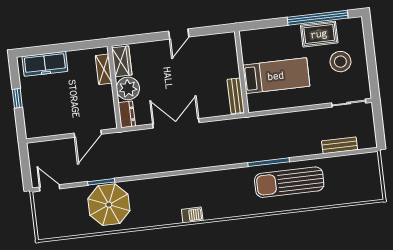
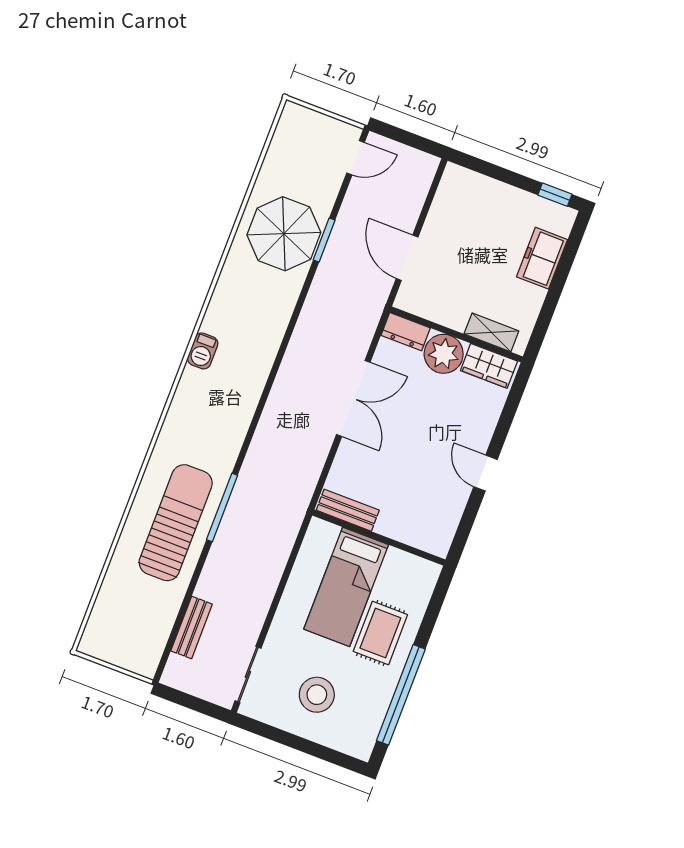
rug: (319, 34) -> (380, 633), moved
freezer: (45, 64) -> (542, 258), width x0.71
window: (17, 98) -> (555, 195), moved

